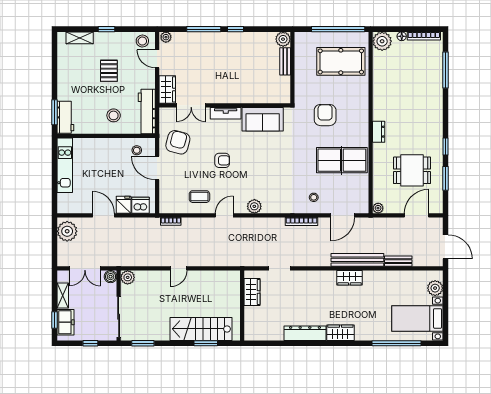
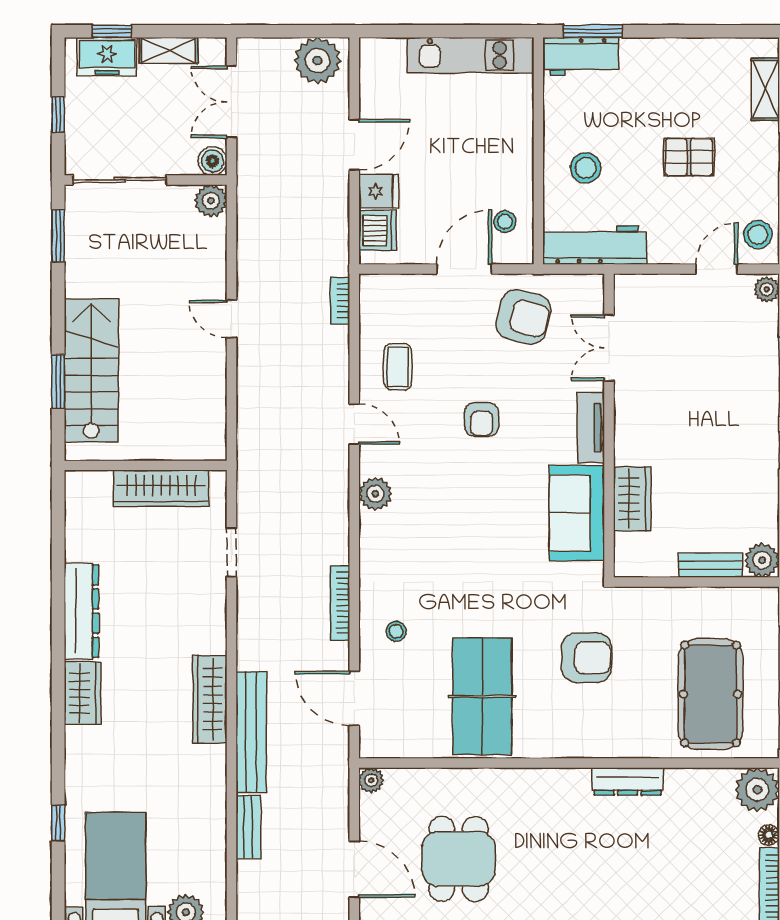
wardrobe: (167, 89) -> (632, 499), moved, turned -90
dresser: (379, 132) -> (628, 781), moved, width x1.44
wardrobe: (349, 278) -> (210, 699), width x1.50
wardrobe: (252, 292) -> (161, 488), width x1.50
window: (396, 343) -> (58, 823), width x0.32

